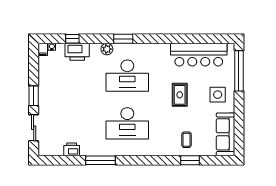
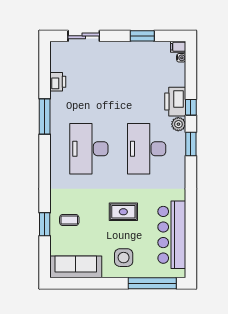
window: (72, 39) -> (191, 107), moved
printer: (77, 52) -> (175, 102), moved
window: (34, 96) -> (142, 36), moved

